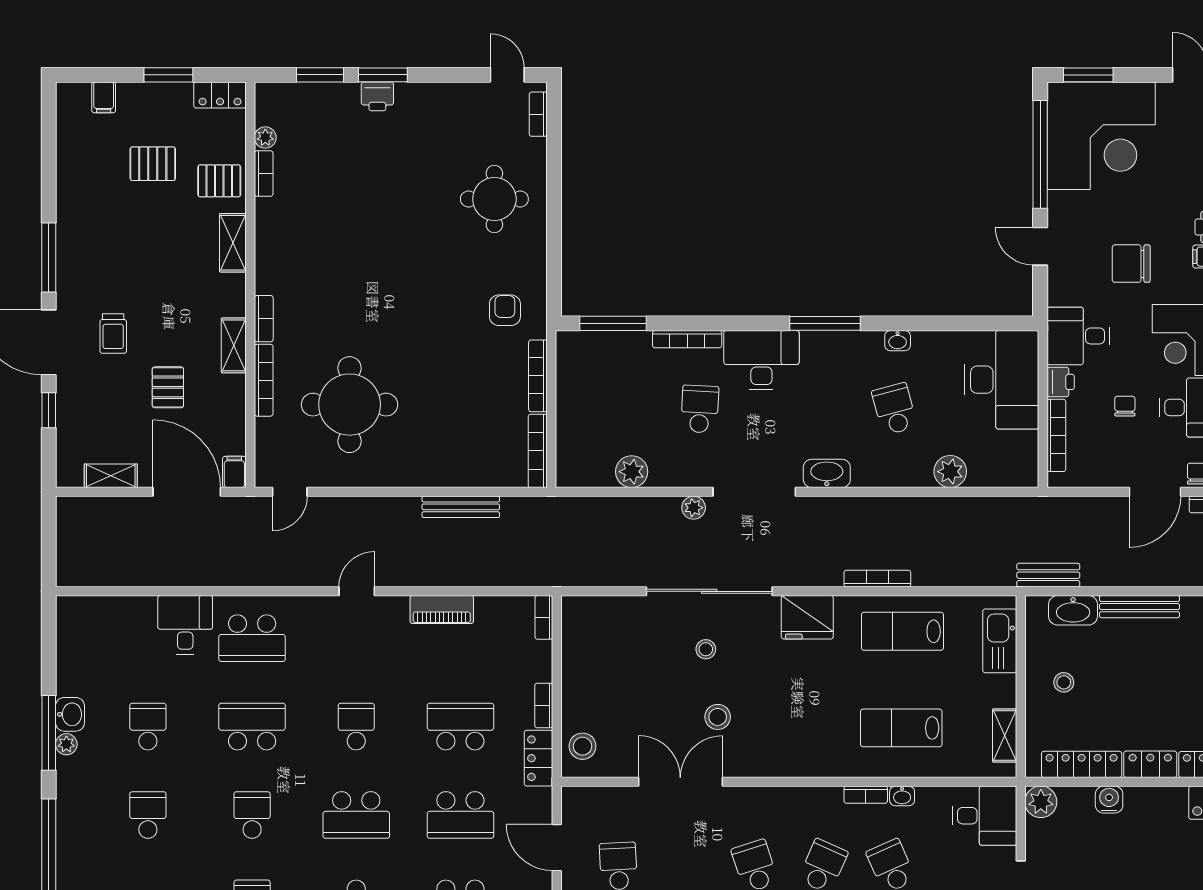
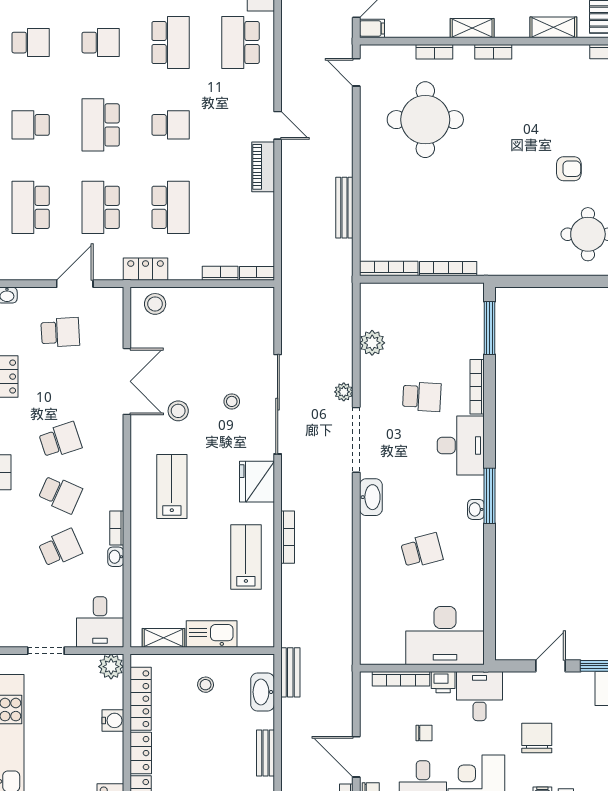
armchair: (505, 310) -> (569, 169), moved
washbasin: (898, 341) -> (476, 509), moved
bookcase: (264, 380) -> (434, 52), width x0.64
plant: (950, 472) -> (372, 595), removed
bench: (1139, 607) -> (265, 753), width x0.73
piano: (442, 610) -> (263, 167), moved
kitchen sink: (1000, 641) -> (212, 634), moved
bookcase: (544, 706) -> (220, 273), moved
lab bench: (901, 728) -> (172, 486), moved

